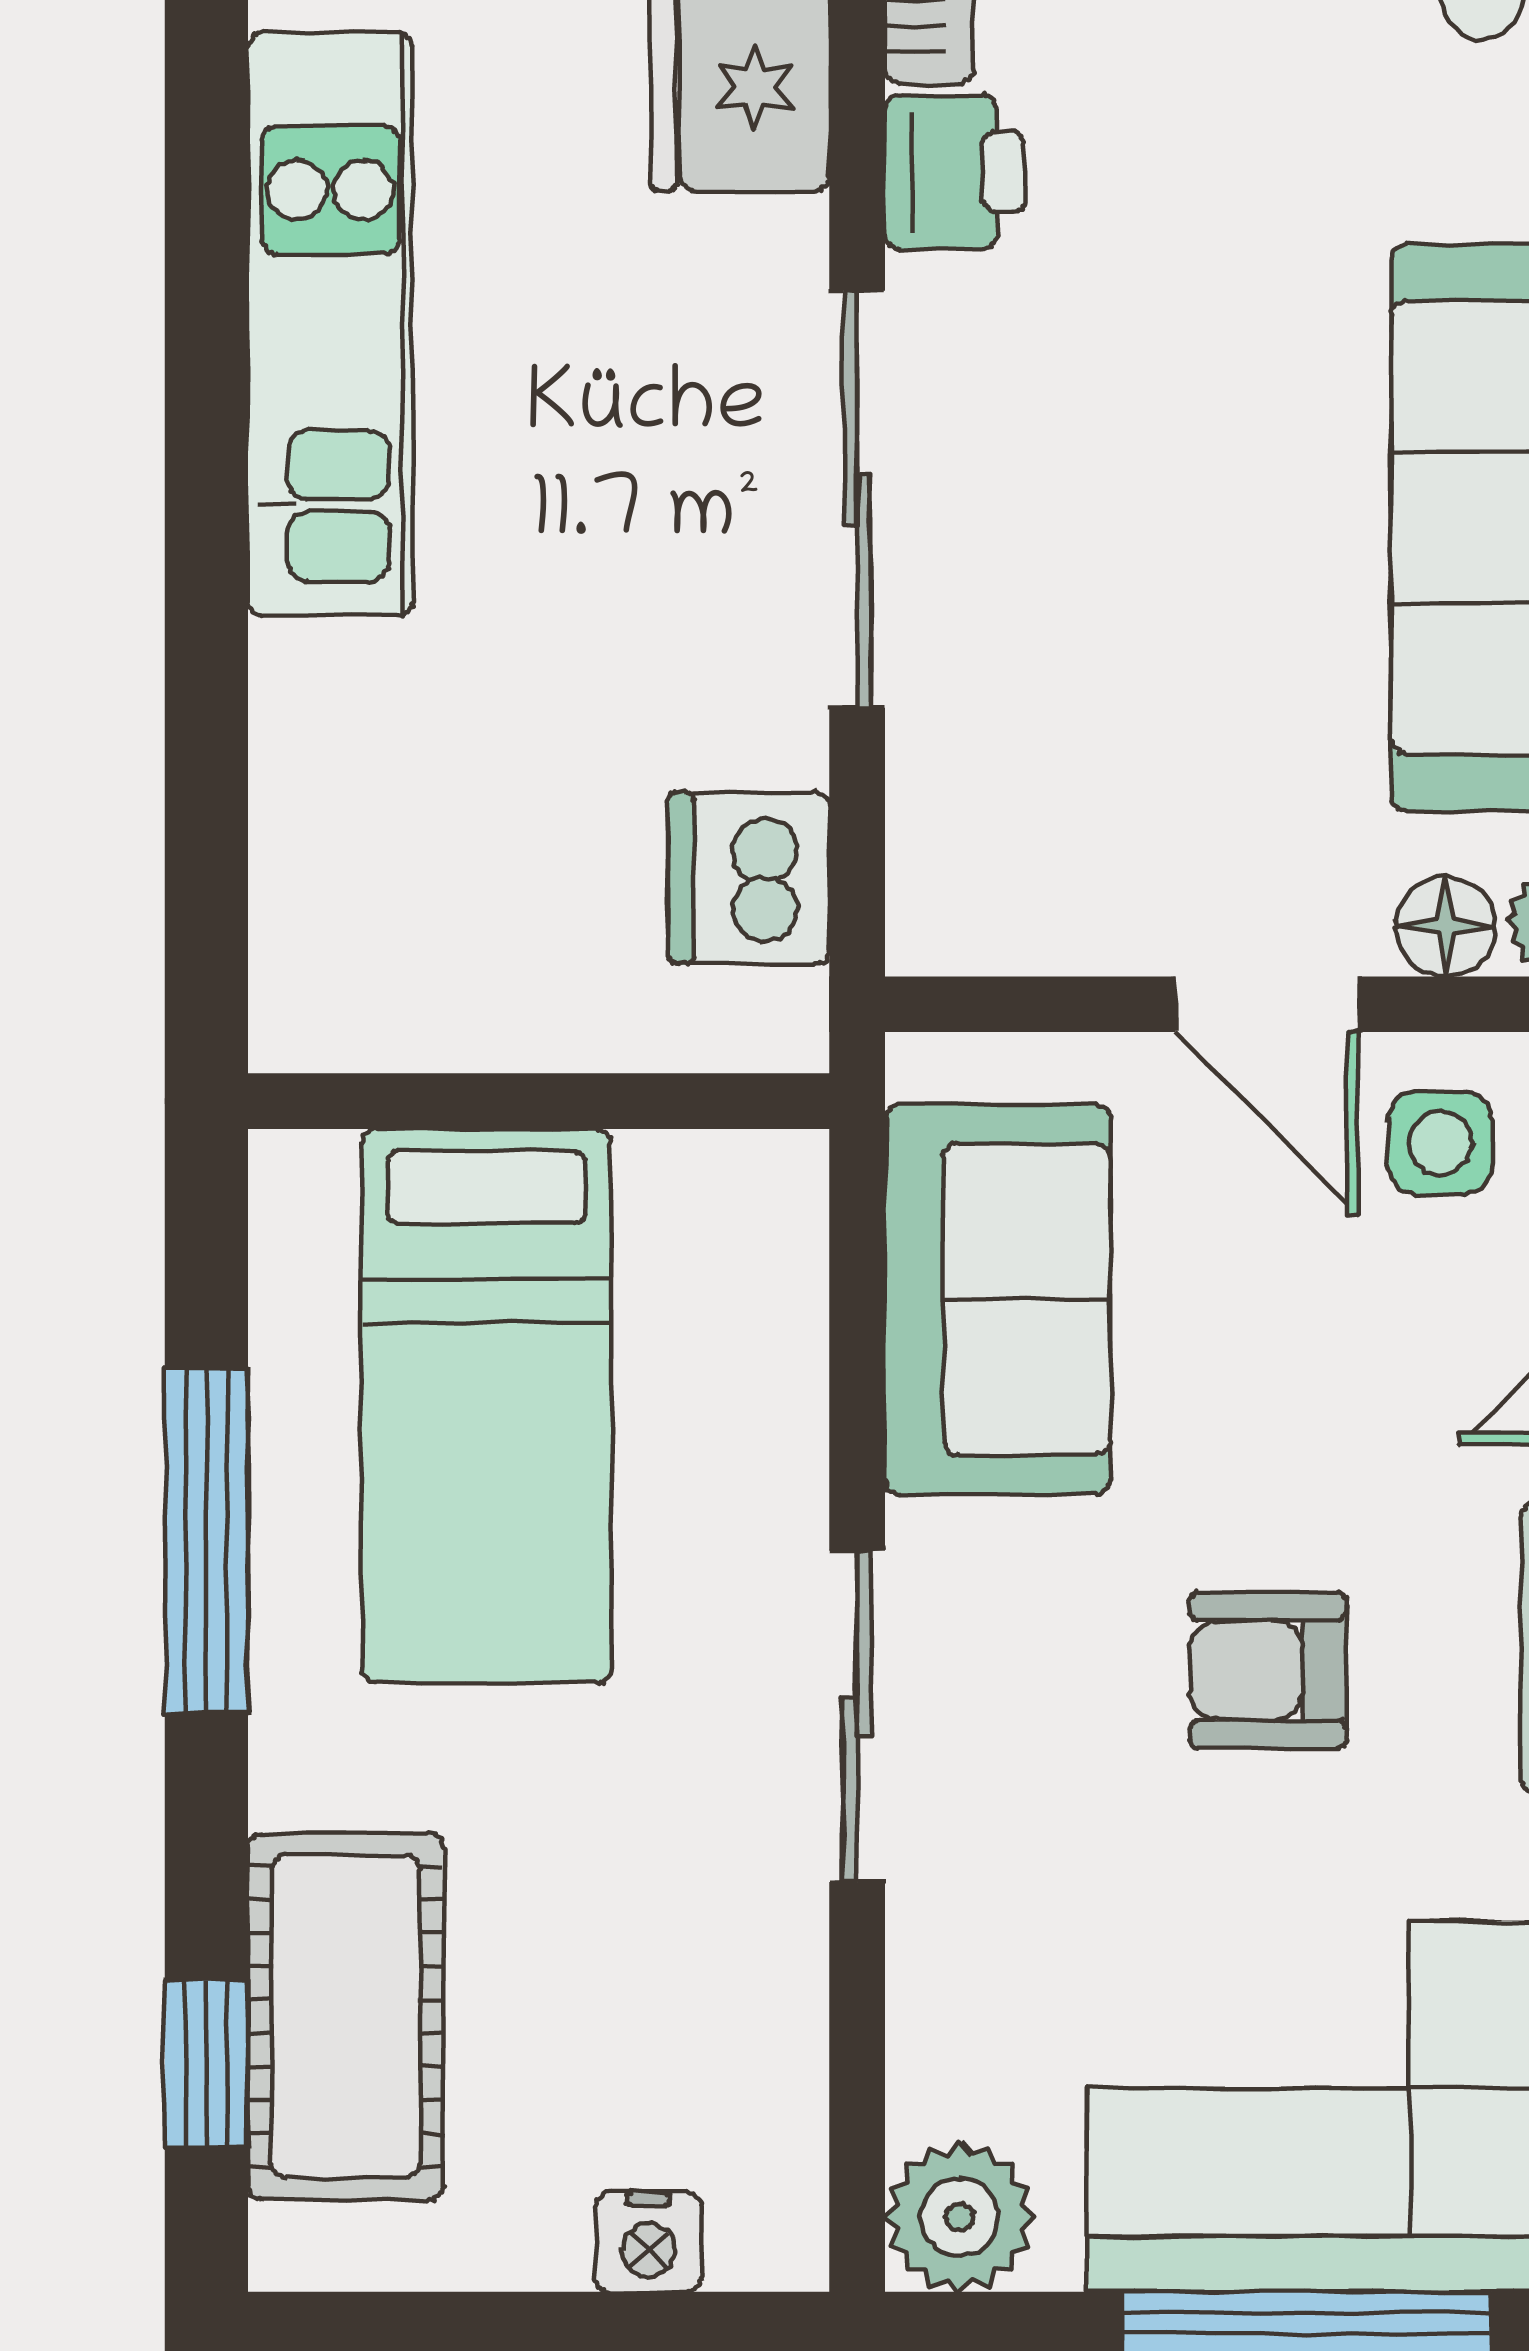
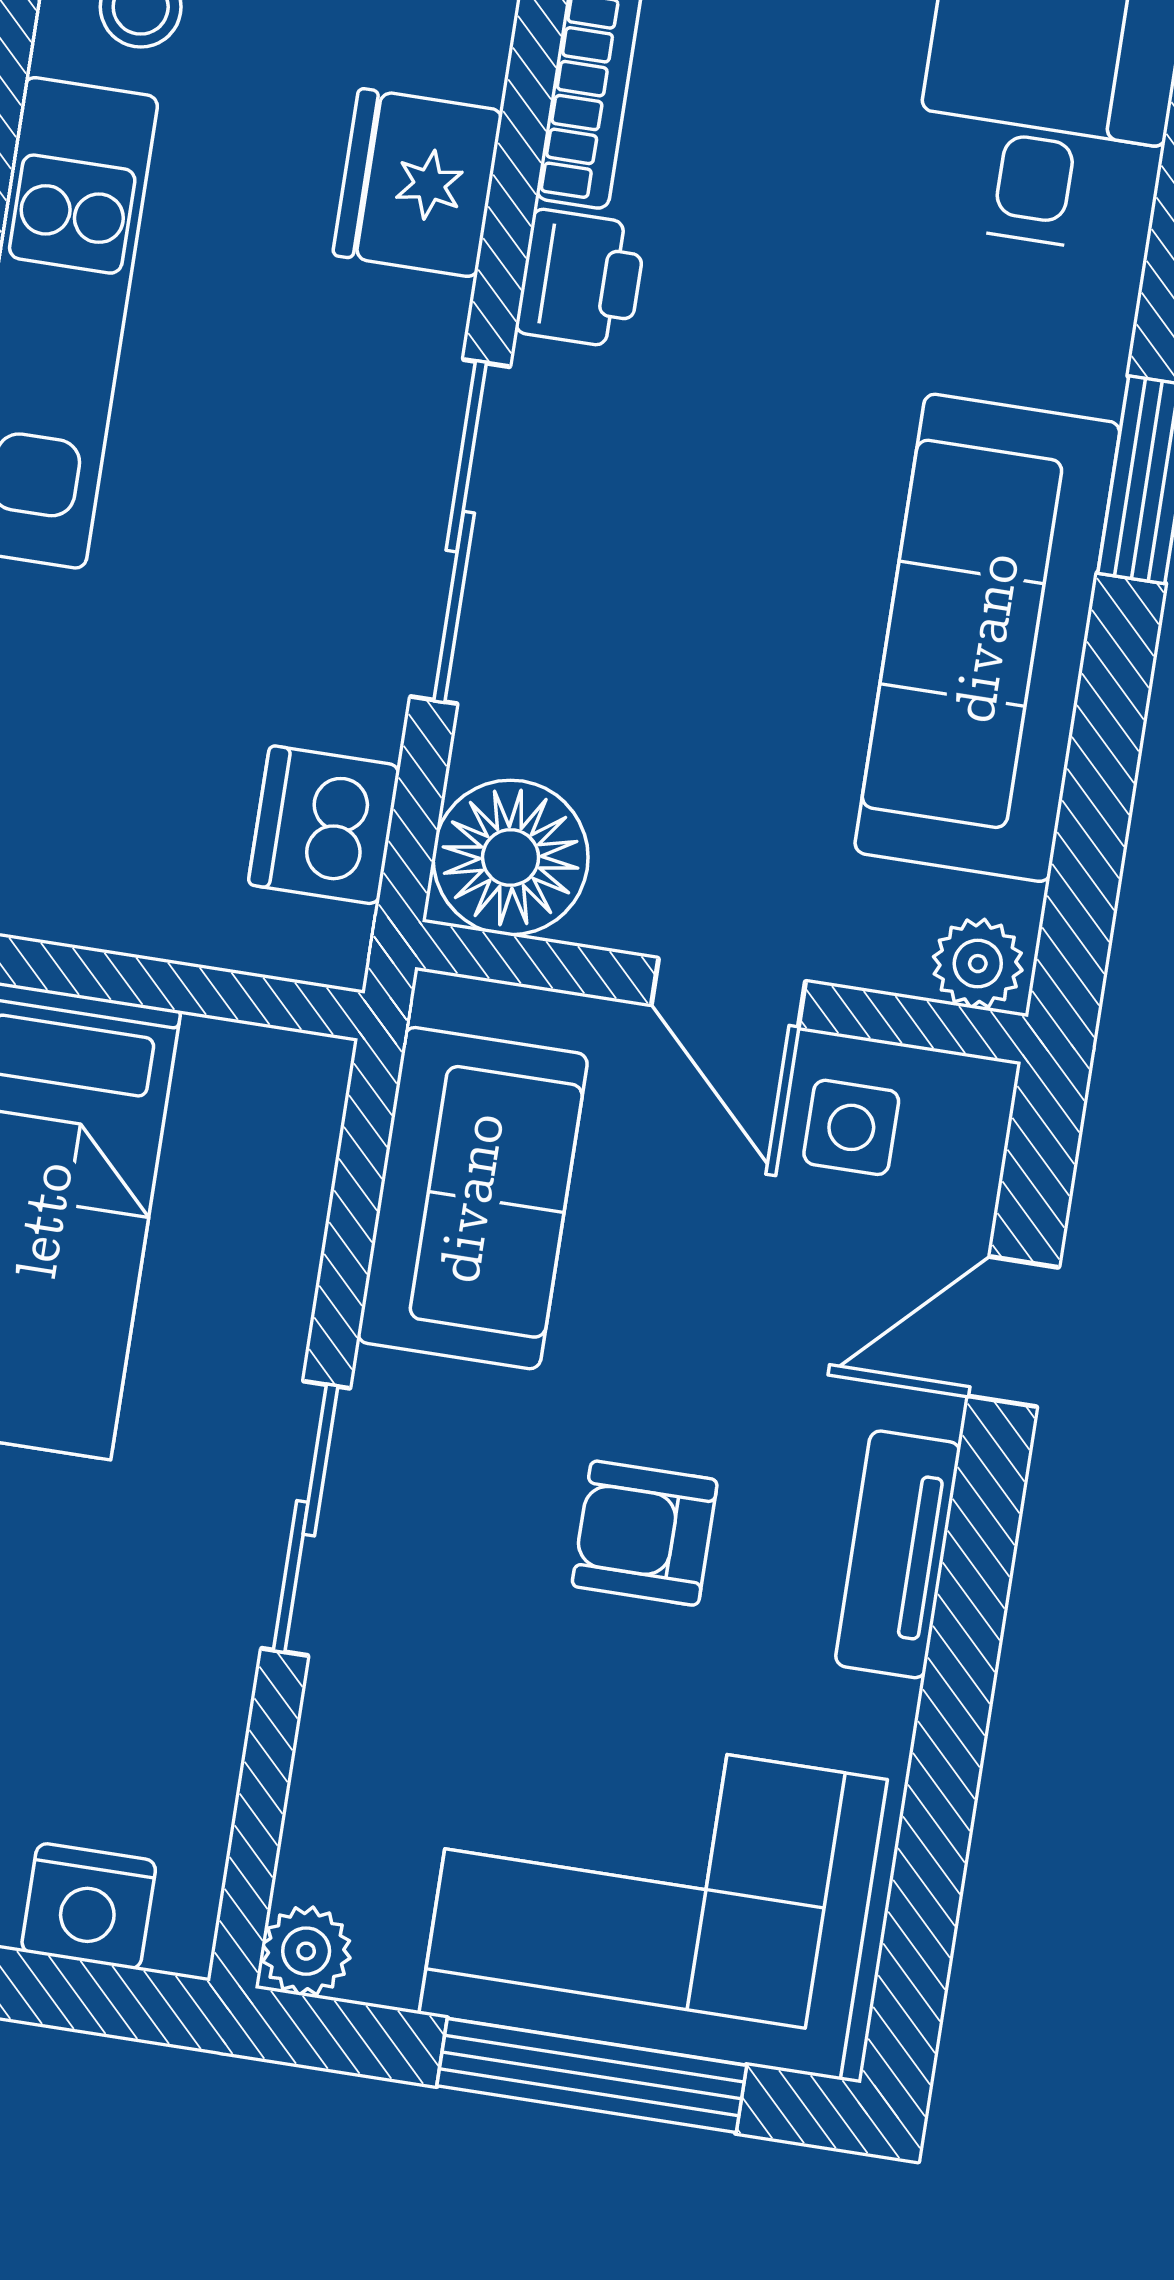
floor lamp: (1446, 926) -> (511, 857), moved, width x1.89, depth x1.89
plant: (960, 2217) -> (306, 1951), width x0.73, depth x0.73
nightstand: (648, 2242) -> (89, 1906), width x1.39, depth x1.35

